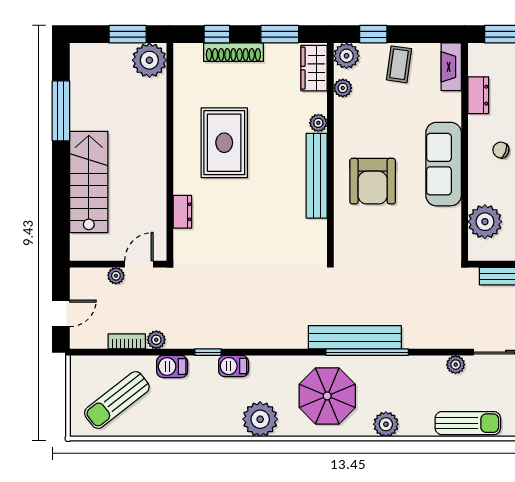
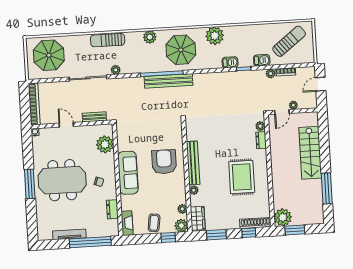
shoe rack: (233, 52) -> (255, 223), moved
plant: (182, 239) -> (260, 126), added

